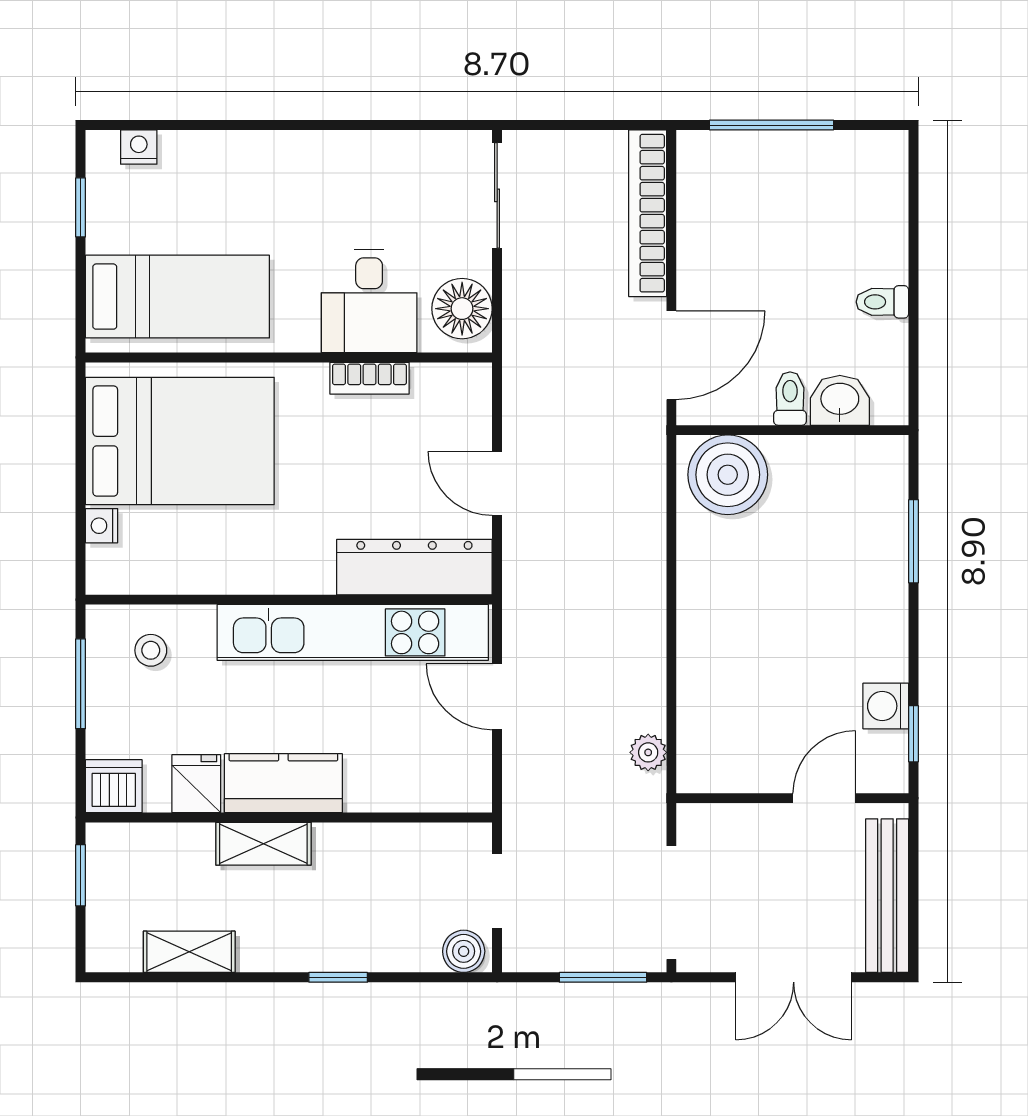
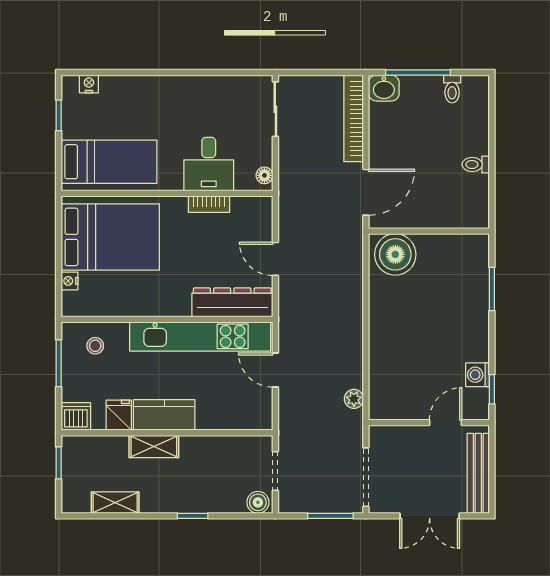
floor lamp: (462, 309) -> (264, 175), width x0.53, depth x0.53
toilet: (790, 399) -> (452, 89), moved, turned 180
washbasin: (840, 400) -> (384, 88), moved, turned 180

